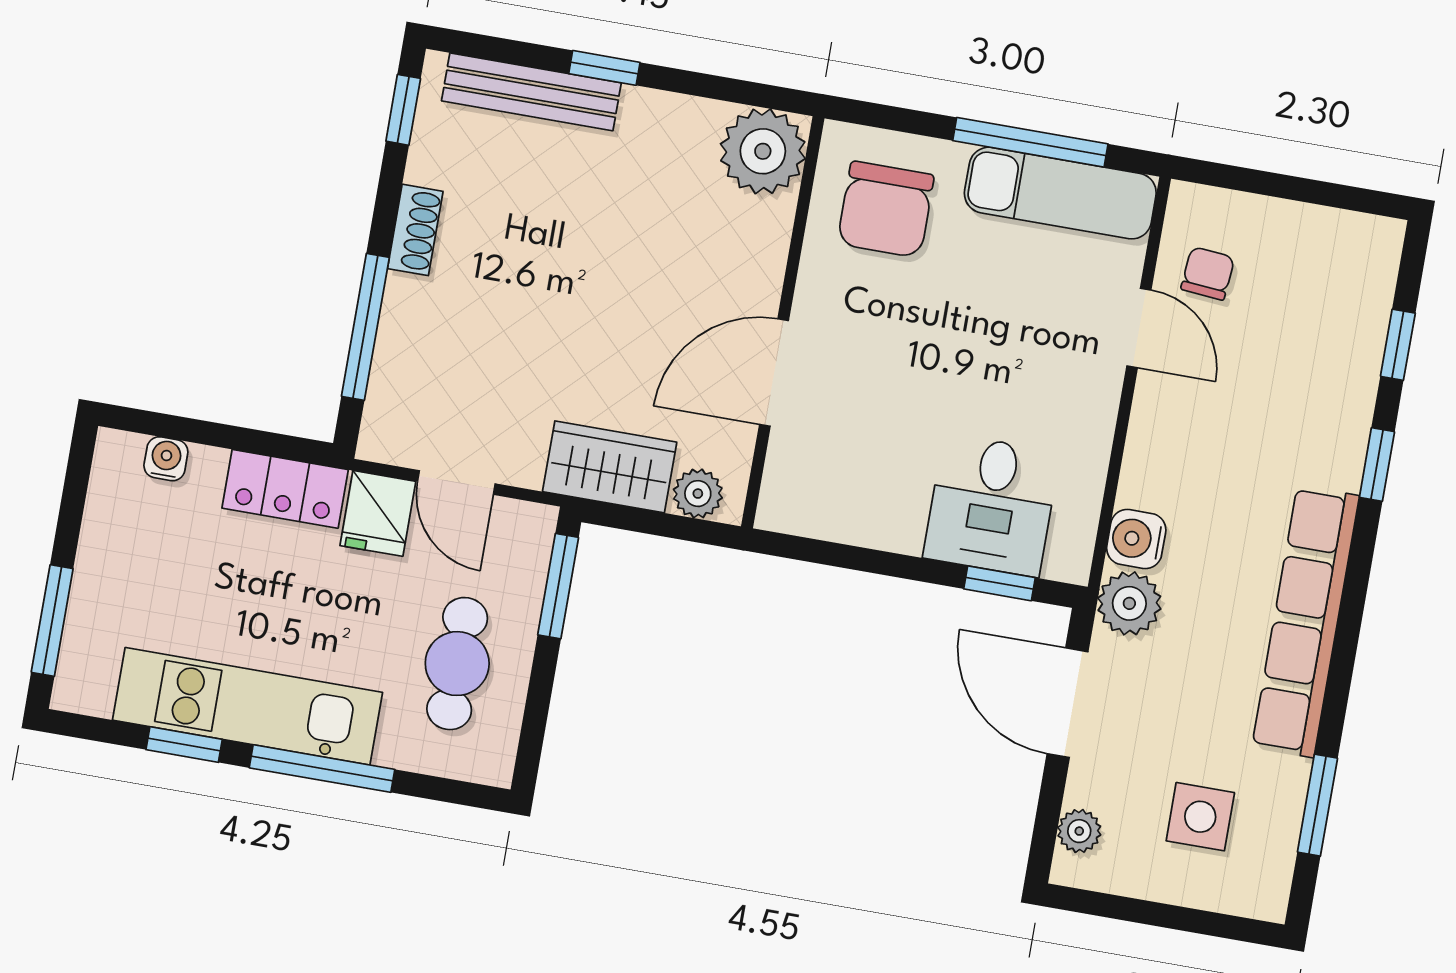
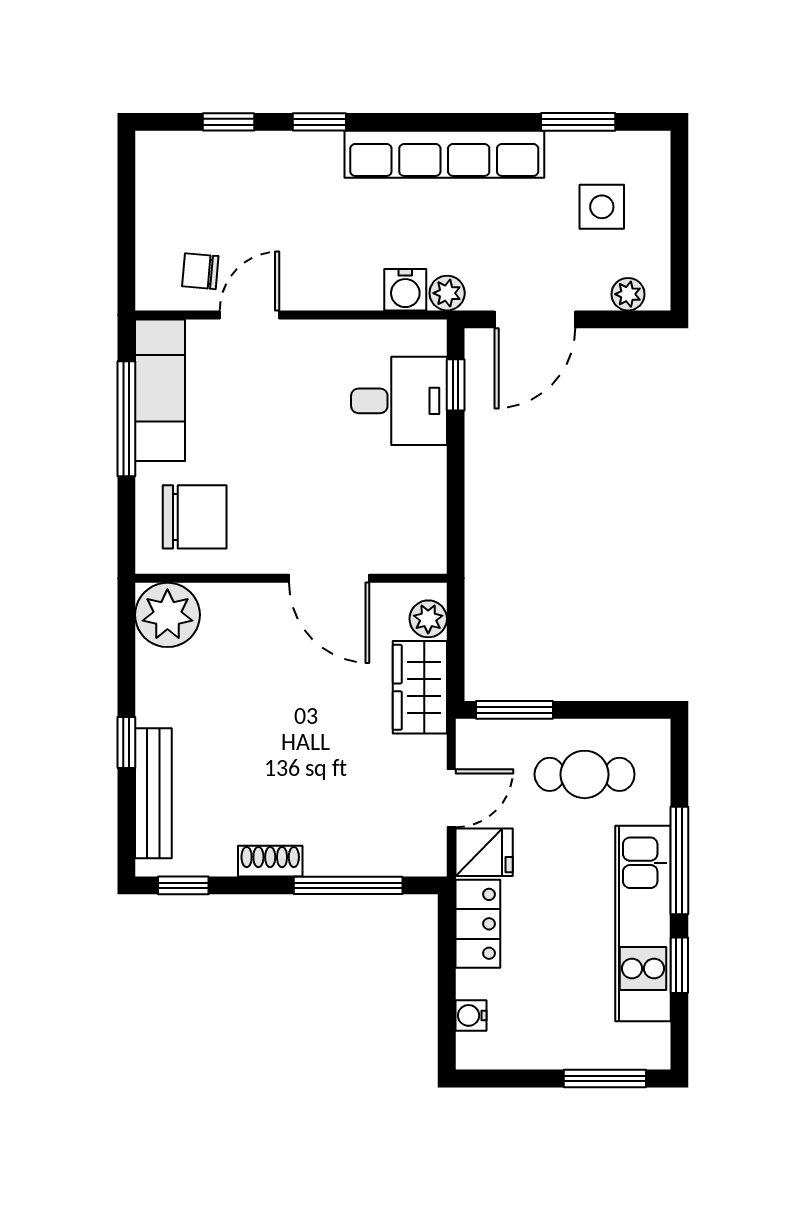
plant: (1129, 603) -> (447, 293), width x0.73, depth x0.73

